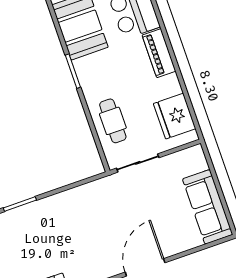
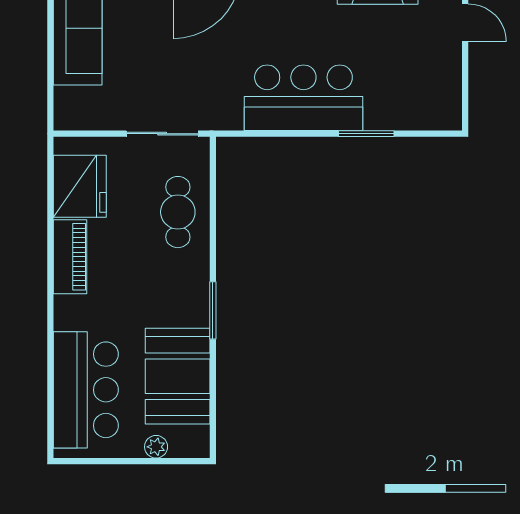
piano: (159, 53) -> (70, 257), moved
bar counter: (63, 212) -> (303, 98), added

